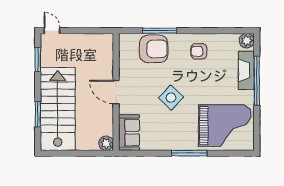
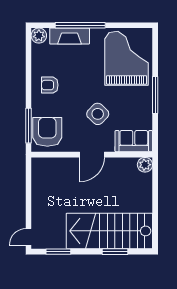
armchair: (199, 51) -> (50, 85), turned 90
door: (116, 92) -> (92, 155), moved
wall: (116, 92) -> (92, 155), moved
sofa: (129, 133) -> (134, 141), moved
plant: (106, 143) -> (145, 165), moved

